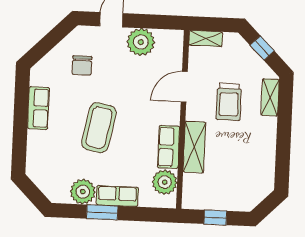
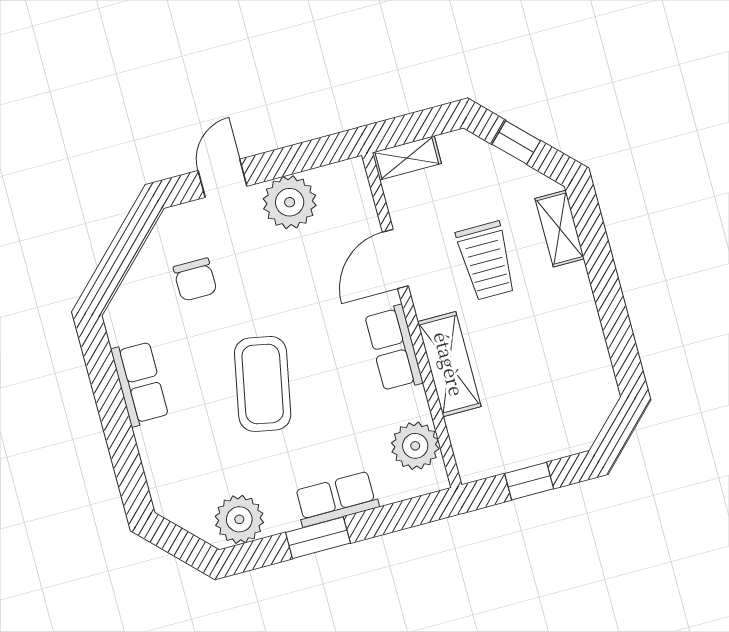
row of seats: (169, 147) -> (394, 348), moved
plant: (83, 192) -> (239, 519), moved

